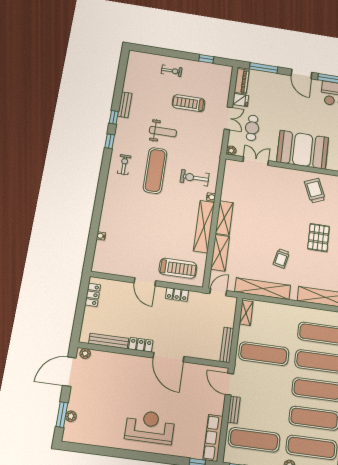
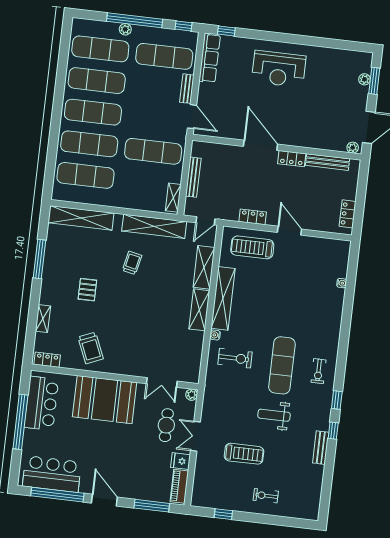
pallet: (319, 238) -> (87, 290), width x0.67, depth x0.71
bench: (227, 345) -> (193, 177), moved

